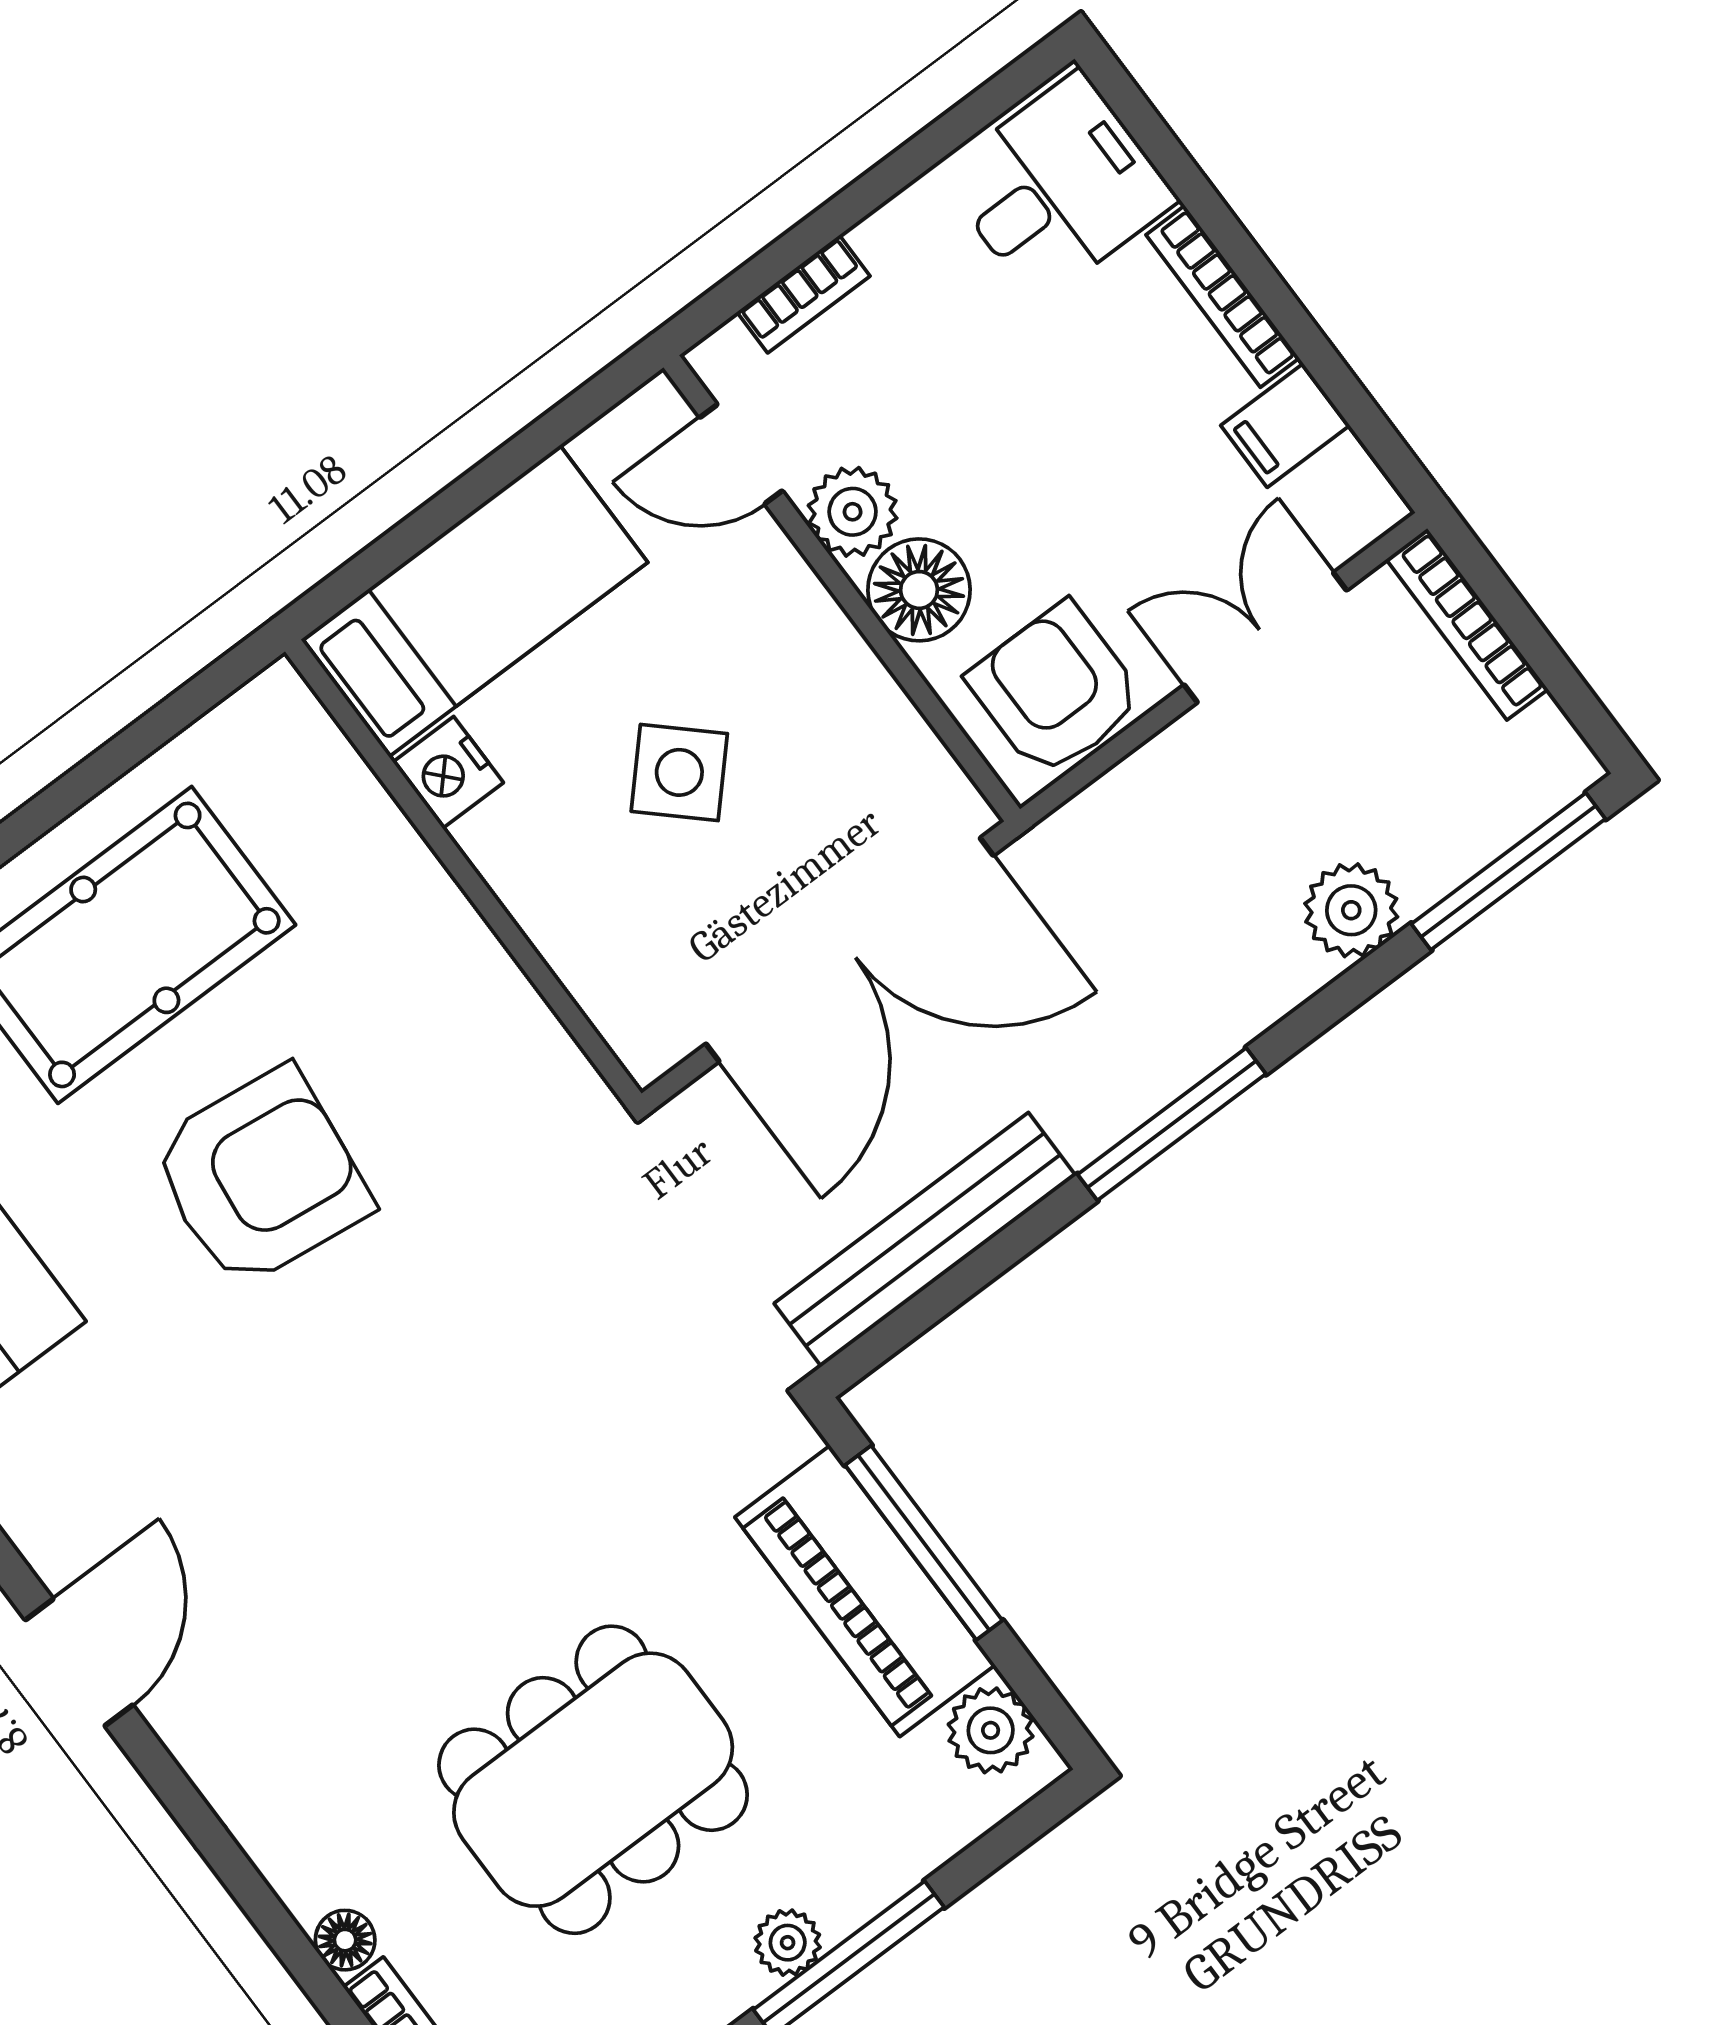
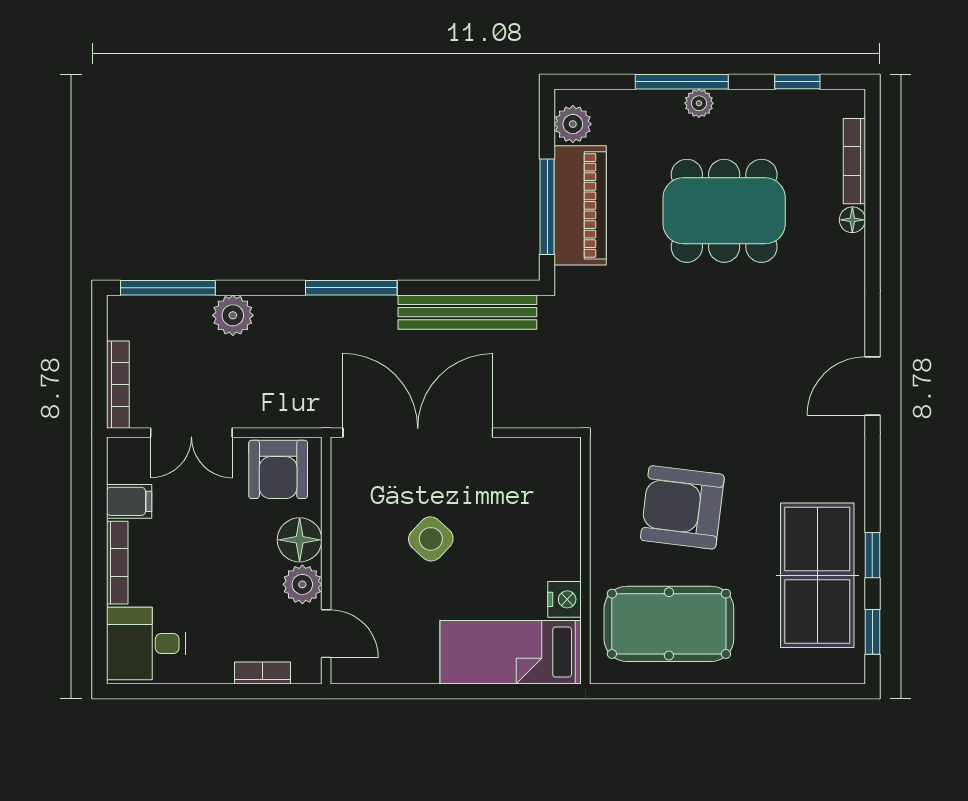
bed: (475, 601) -> (511, 652), moved
nightstand: (448, 772) -> (565, 599), moved
wall: (463, 872) -> (585, 561), moved

